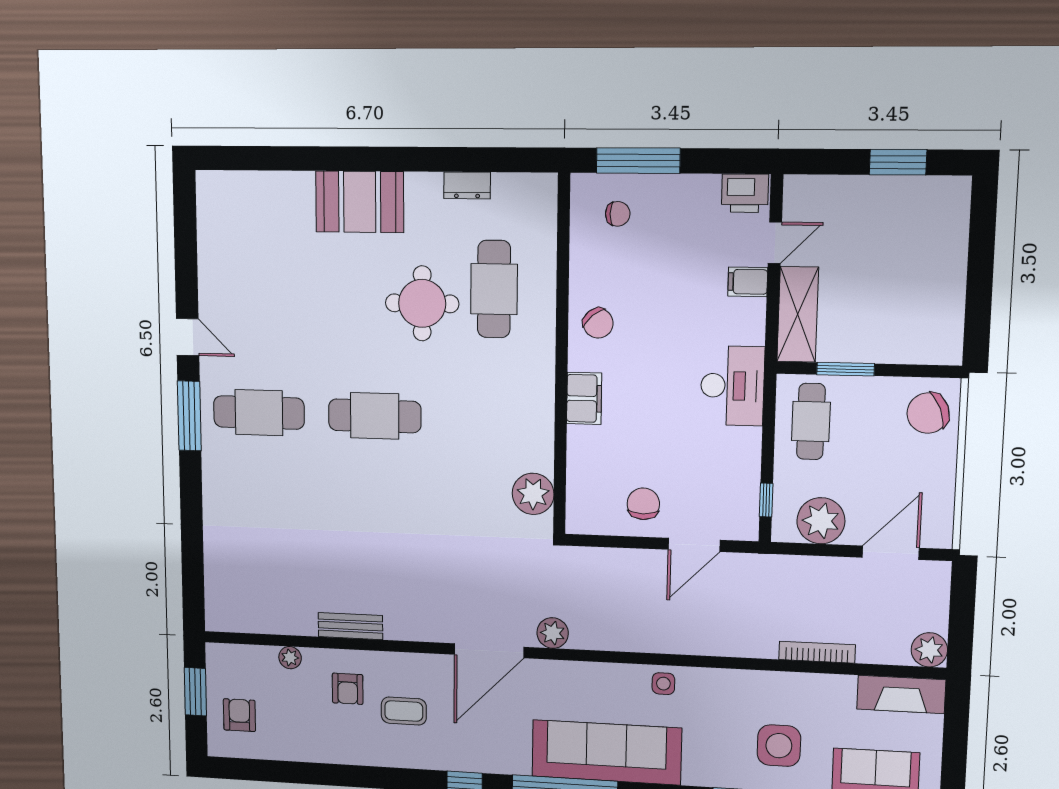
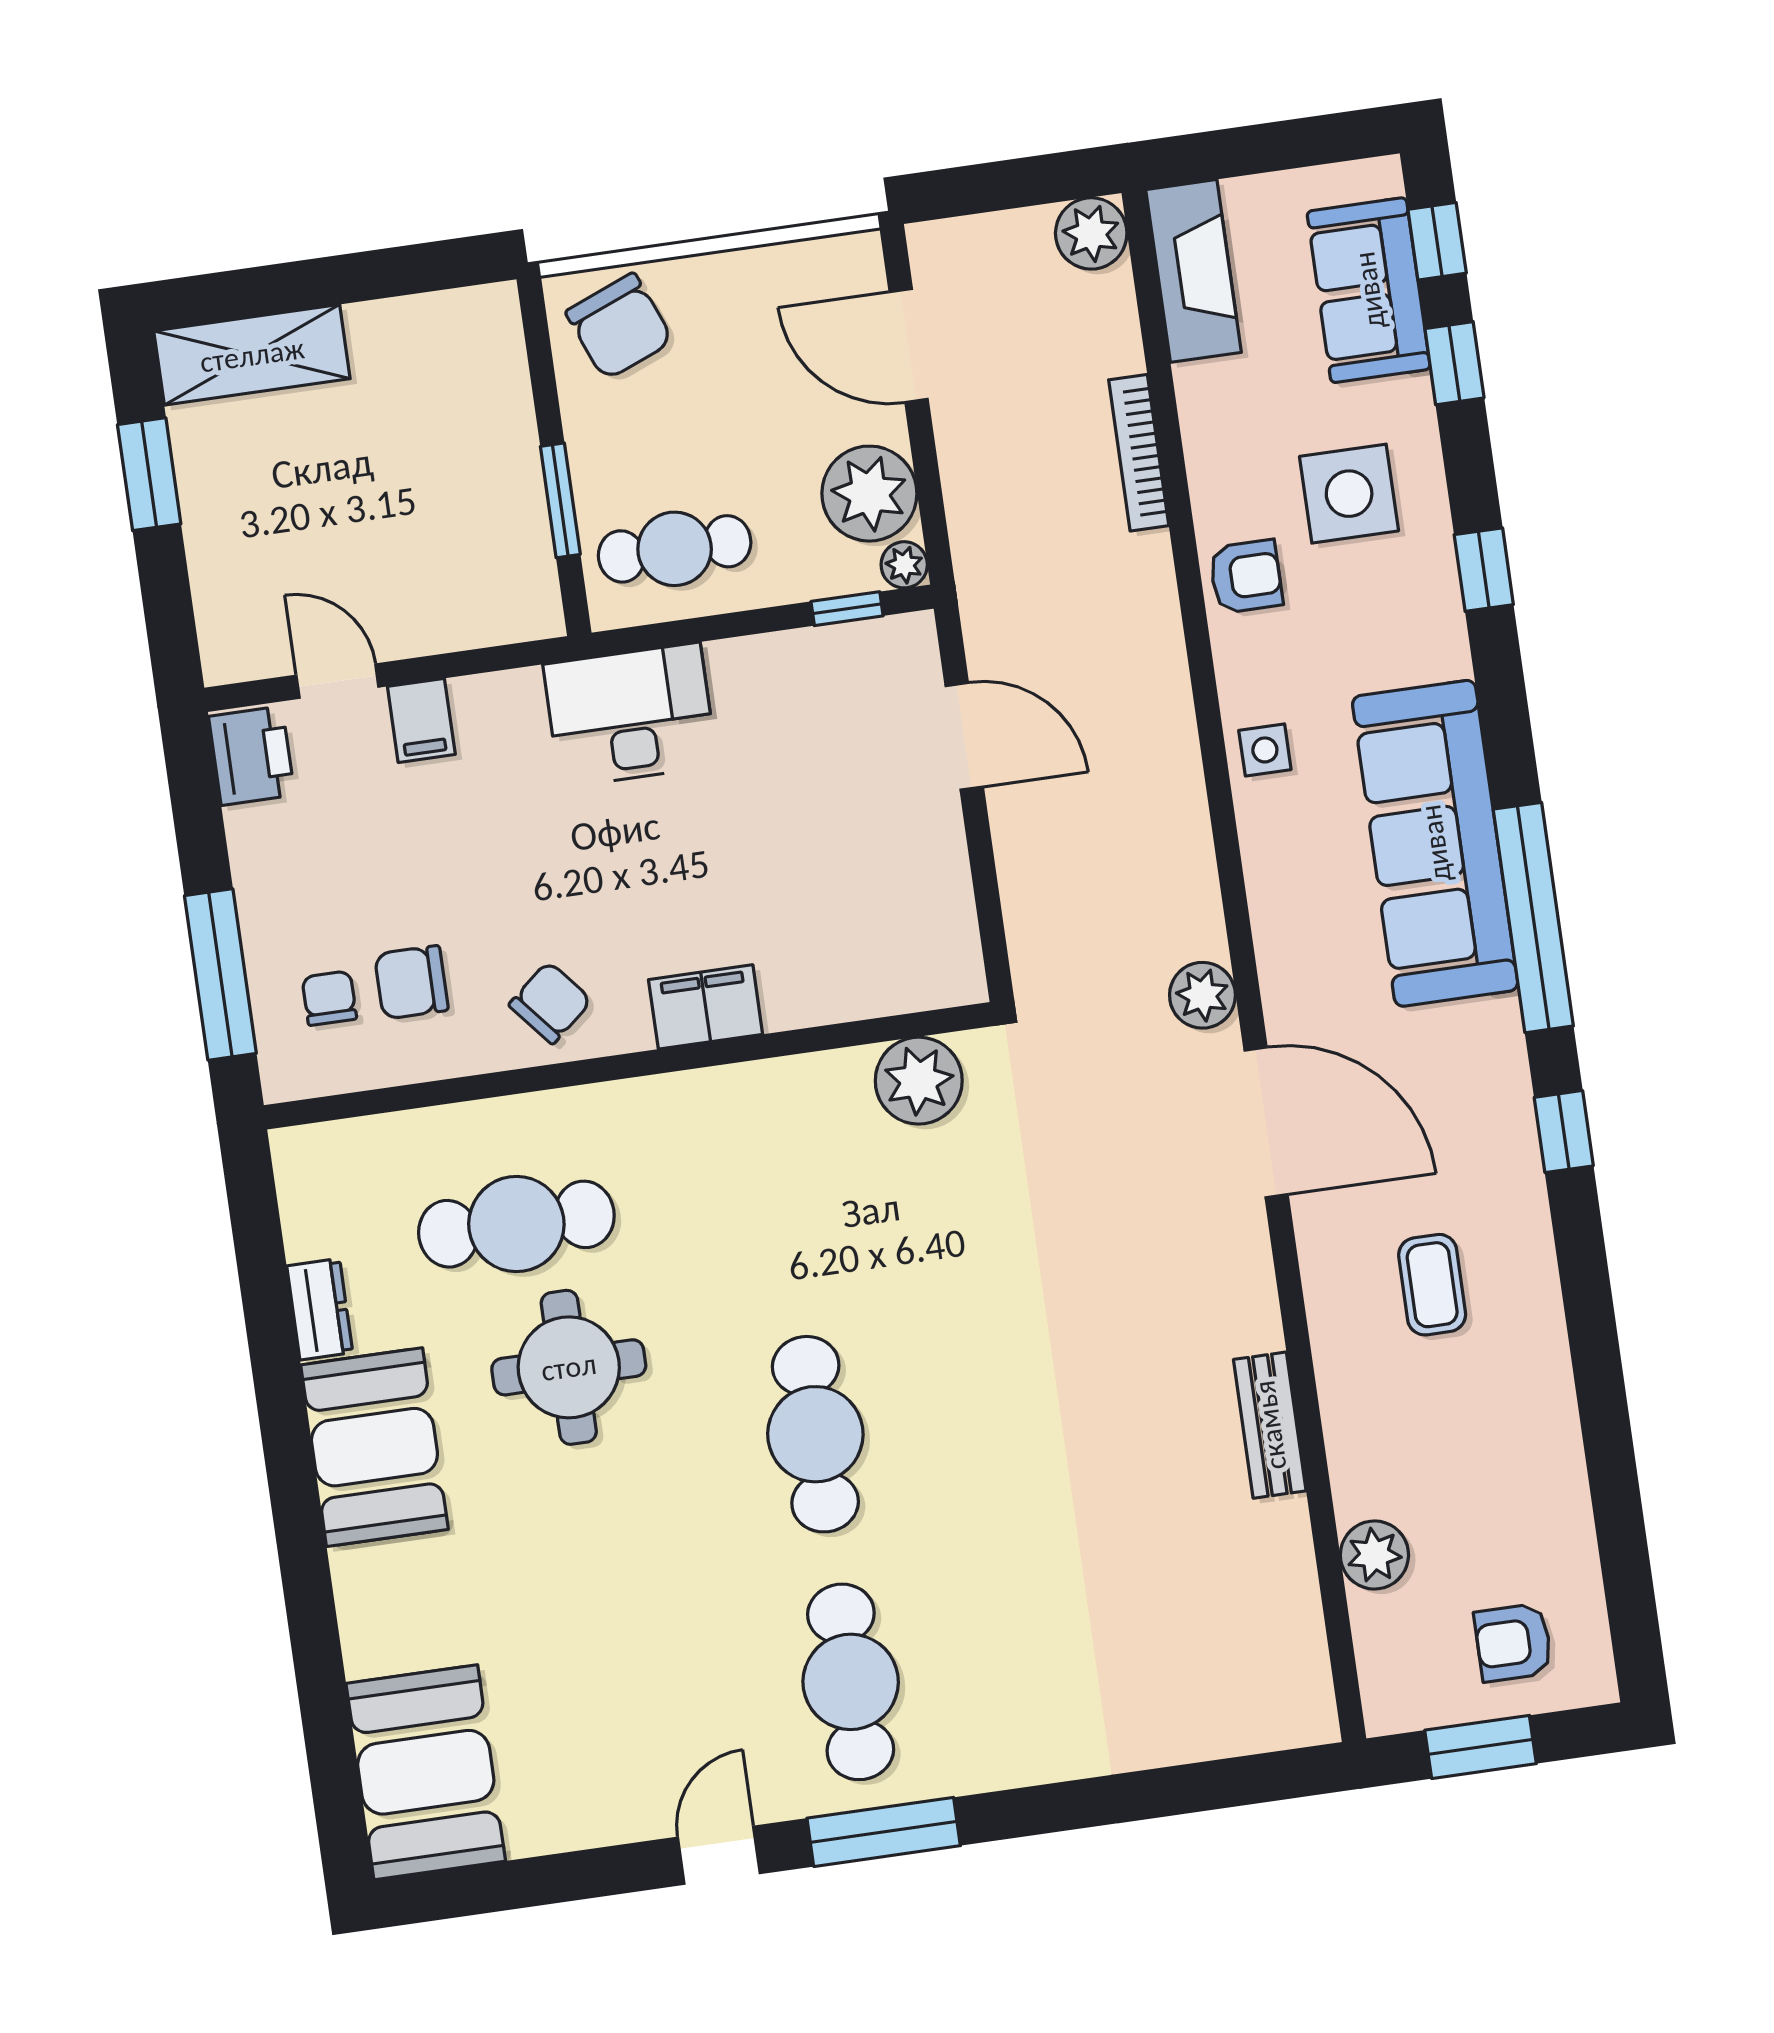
booth: (360, 202) -> (374, 1447), moved
booth: (242, 203) -> (426, 1772), added
shelving: (798, 314) -> (252, 355), moved
chair: (643, 504) -> (411, 982), moved
plant: (783, 531) -> (904, 565), added
plant: (290, 658) -> (1374, 1555), width x1.38, depth x1.38
armchair: (348, 689) -> (1246, 576), moved

